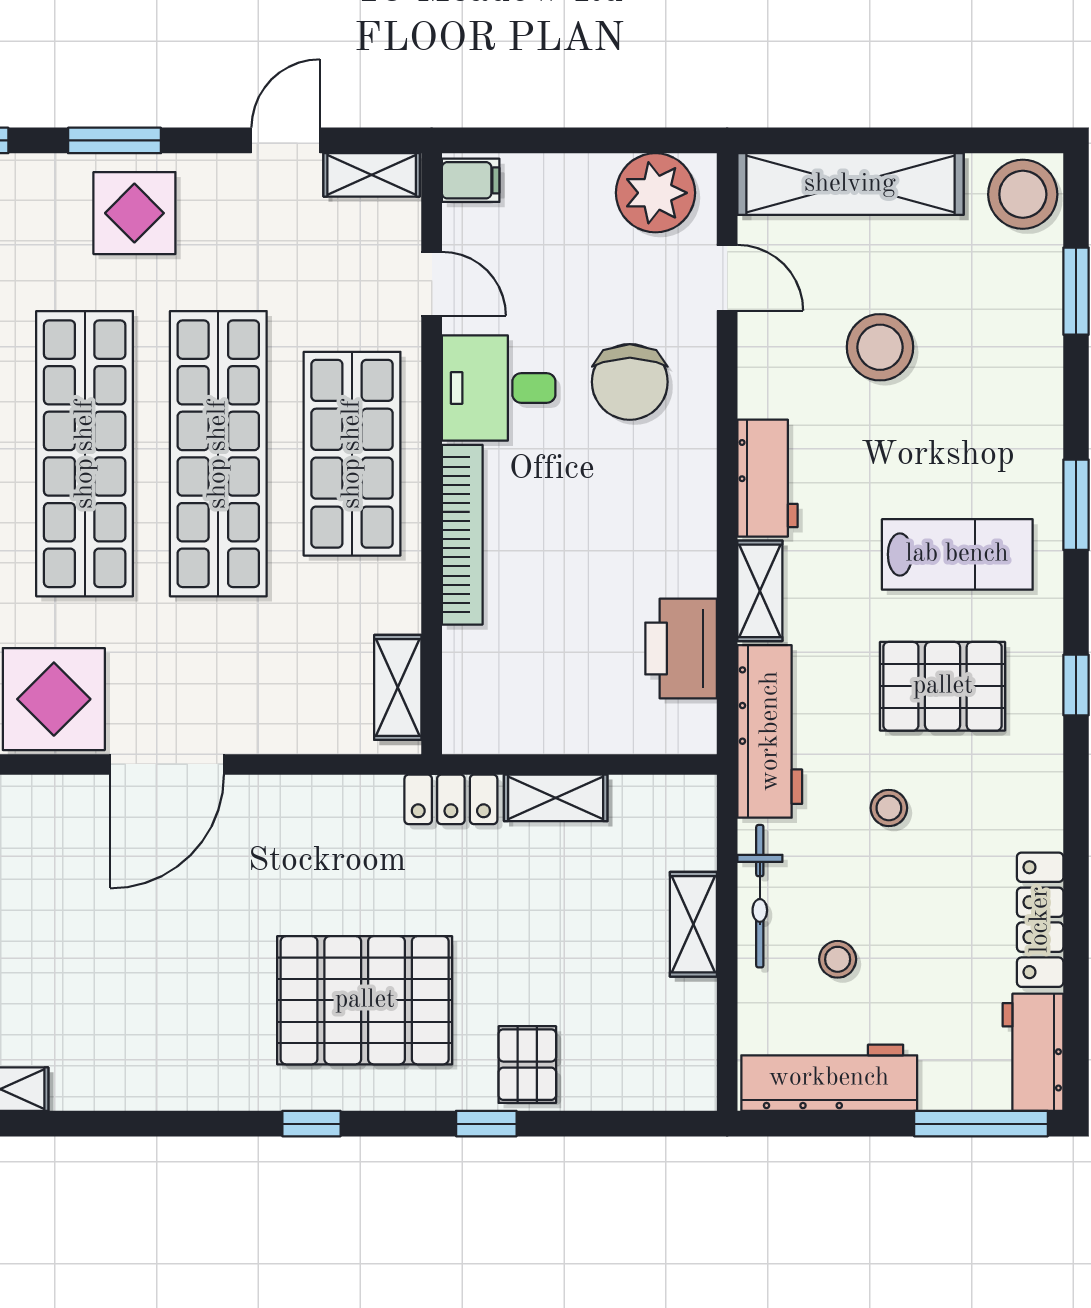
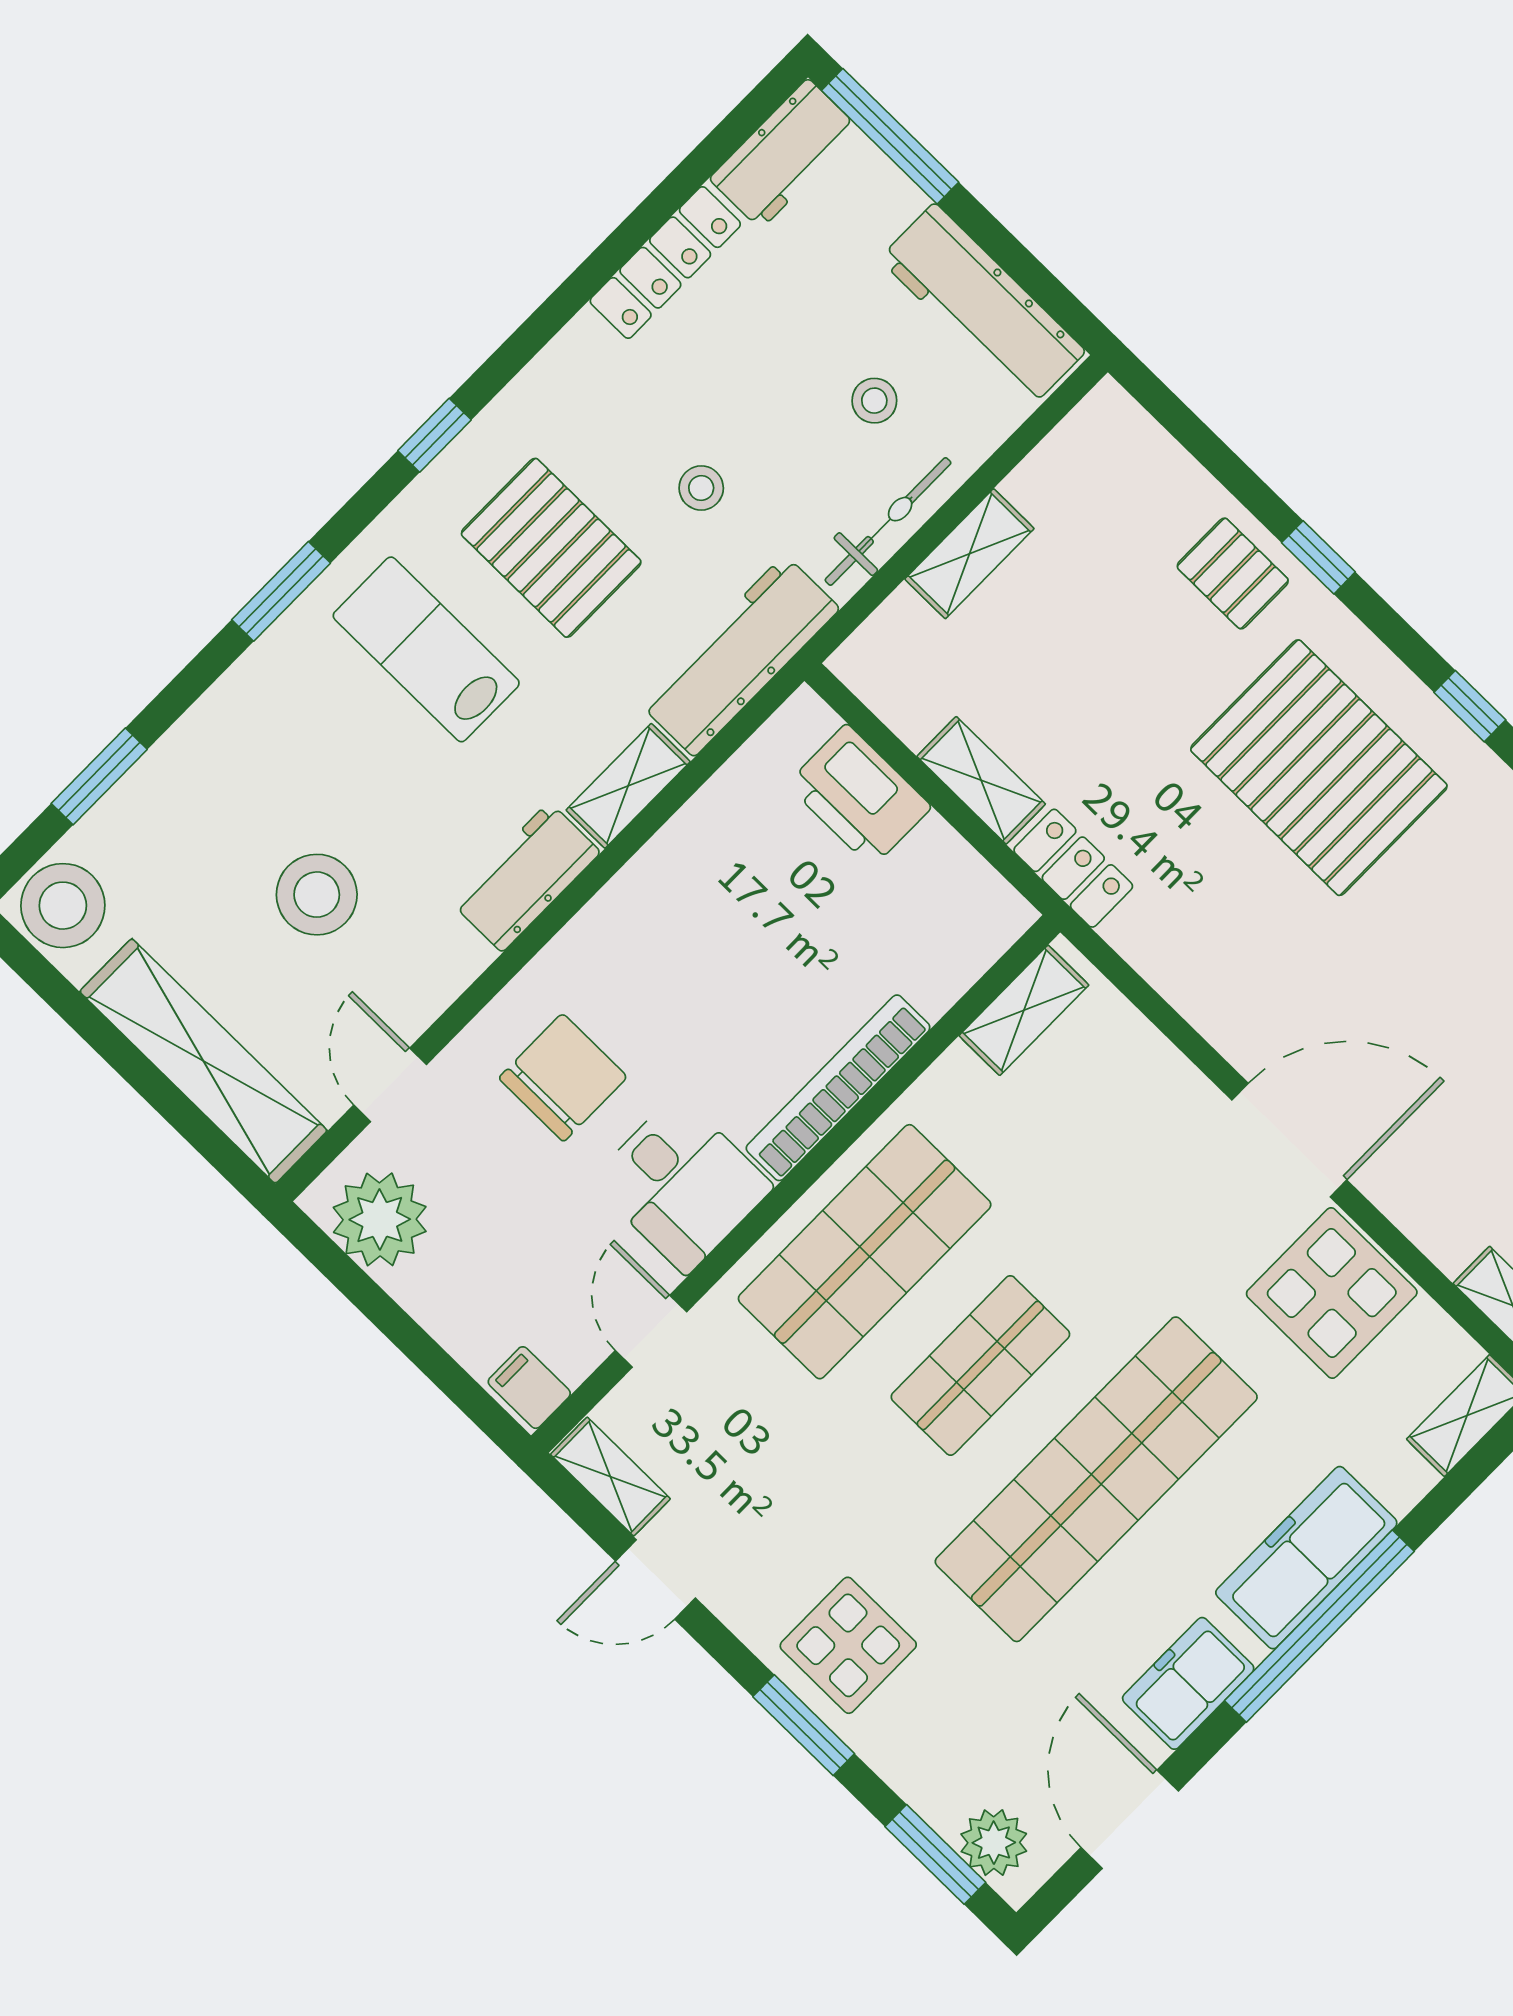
shop shelf: (218, 454) -> (980, 1365), width x0.50, depth x0.74
printer: (681, 649) -> (859, 796), moved, turned 90
pallet: (527, 1065) -> (1233, 573), turned 90

